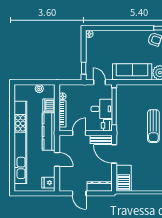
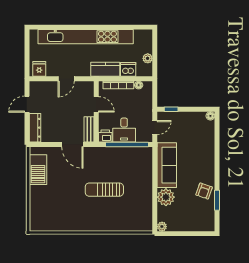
kitchen counter: (49, 132) -> (105, 69), width x0.67
door: (114, 154) -> (72, 144), swing flipped
barbecue: (124, 178) -> (38, 170), moved, turned -90

